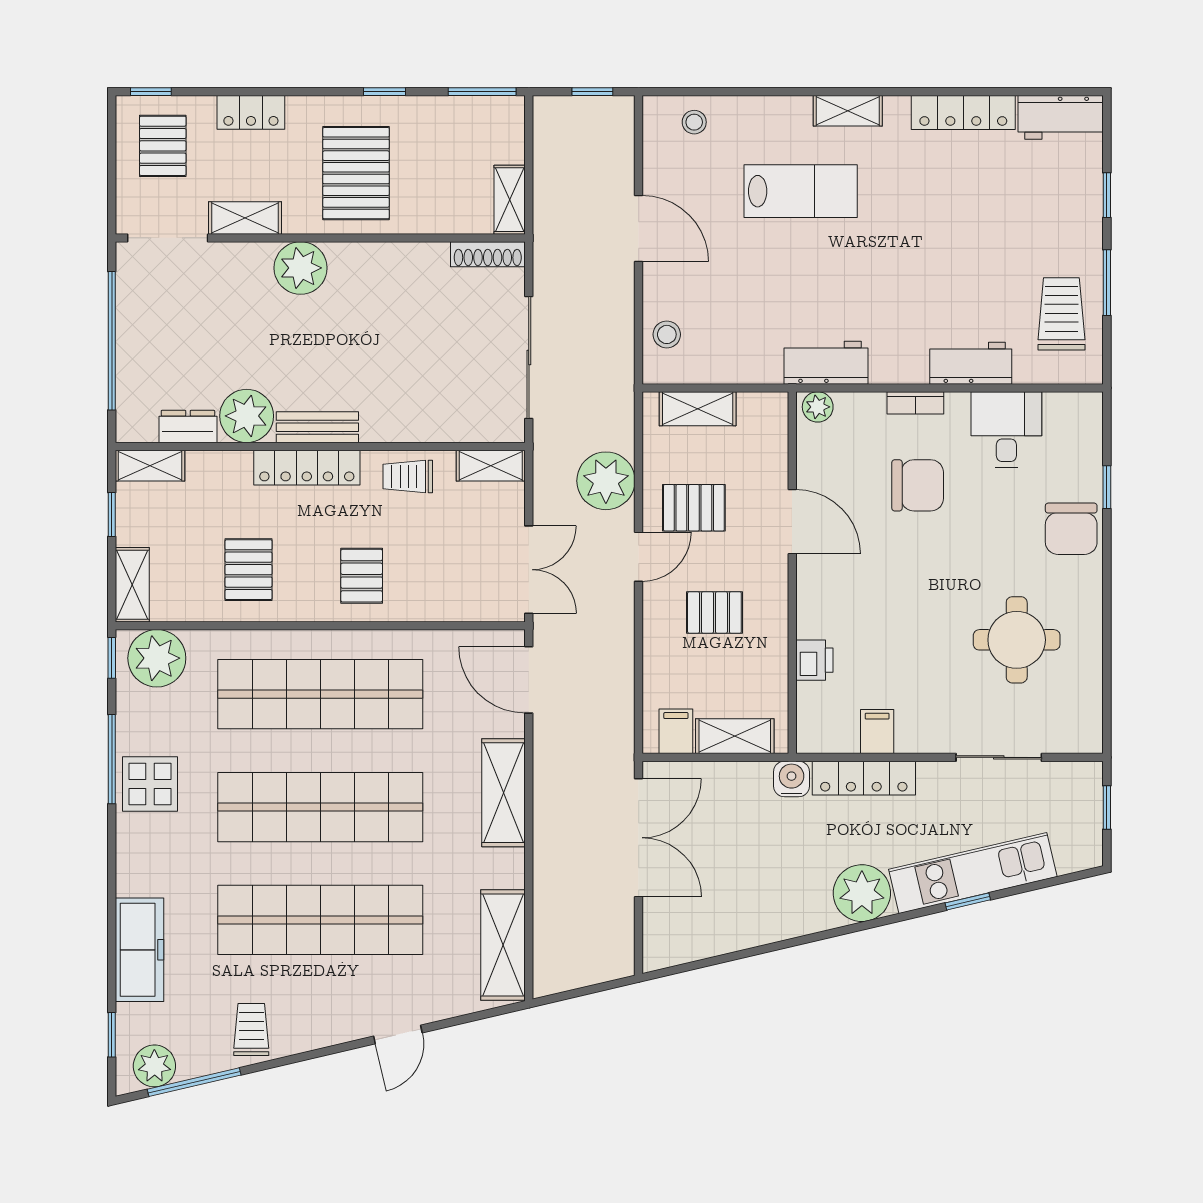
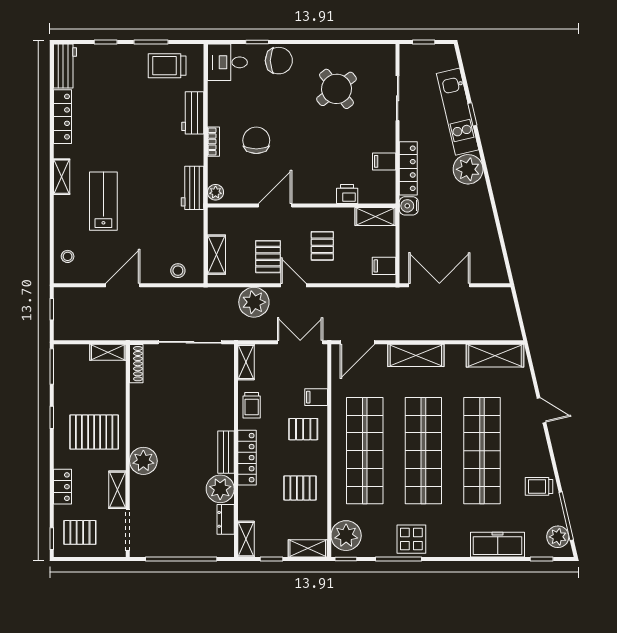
desk: (1006, 430) -> (227, 62), moved
filing cabinet: (423, 600) -> (316, 397), added
round table: (1017, 640) -> (337, 89), turned -38
shelving: (735, 736) -> (375, 217), moved, turned 90

